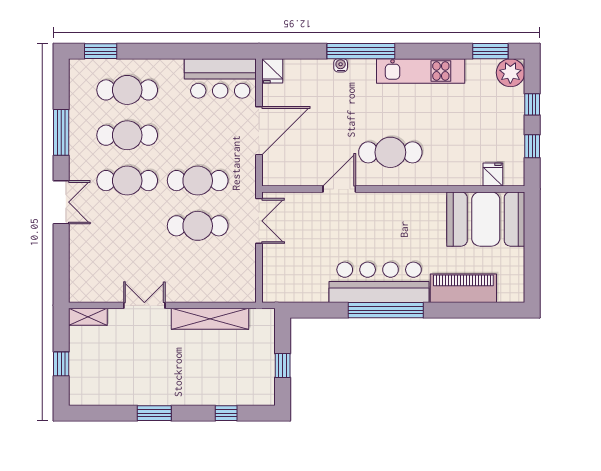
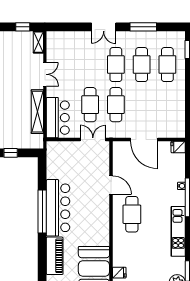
bar counter: (220, 78) -> (58, 118), moved, turned 180
double door: (259, 221) -> (93, 140), swing flipped
window: (61, 364) -> (23, 27), moved

